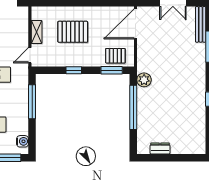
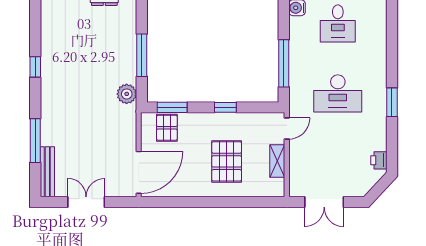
pallet: (73, 32) -> (227, 161), turned 90
pallet: (115, 56) -> (167, 128), turned 90
window: (133, 107) -> (142, 55), width x0.68

